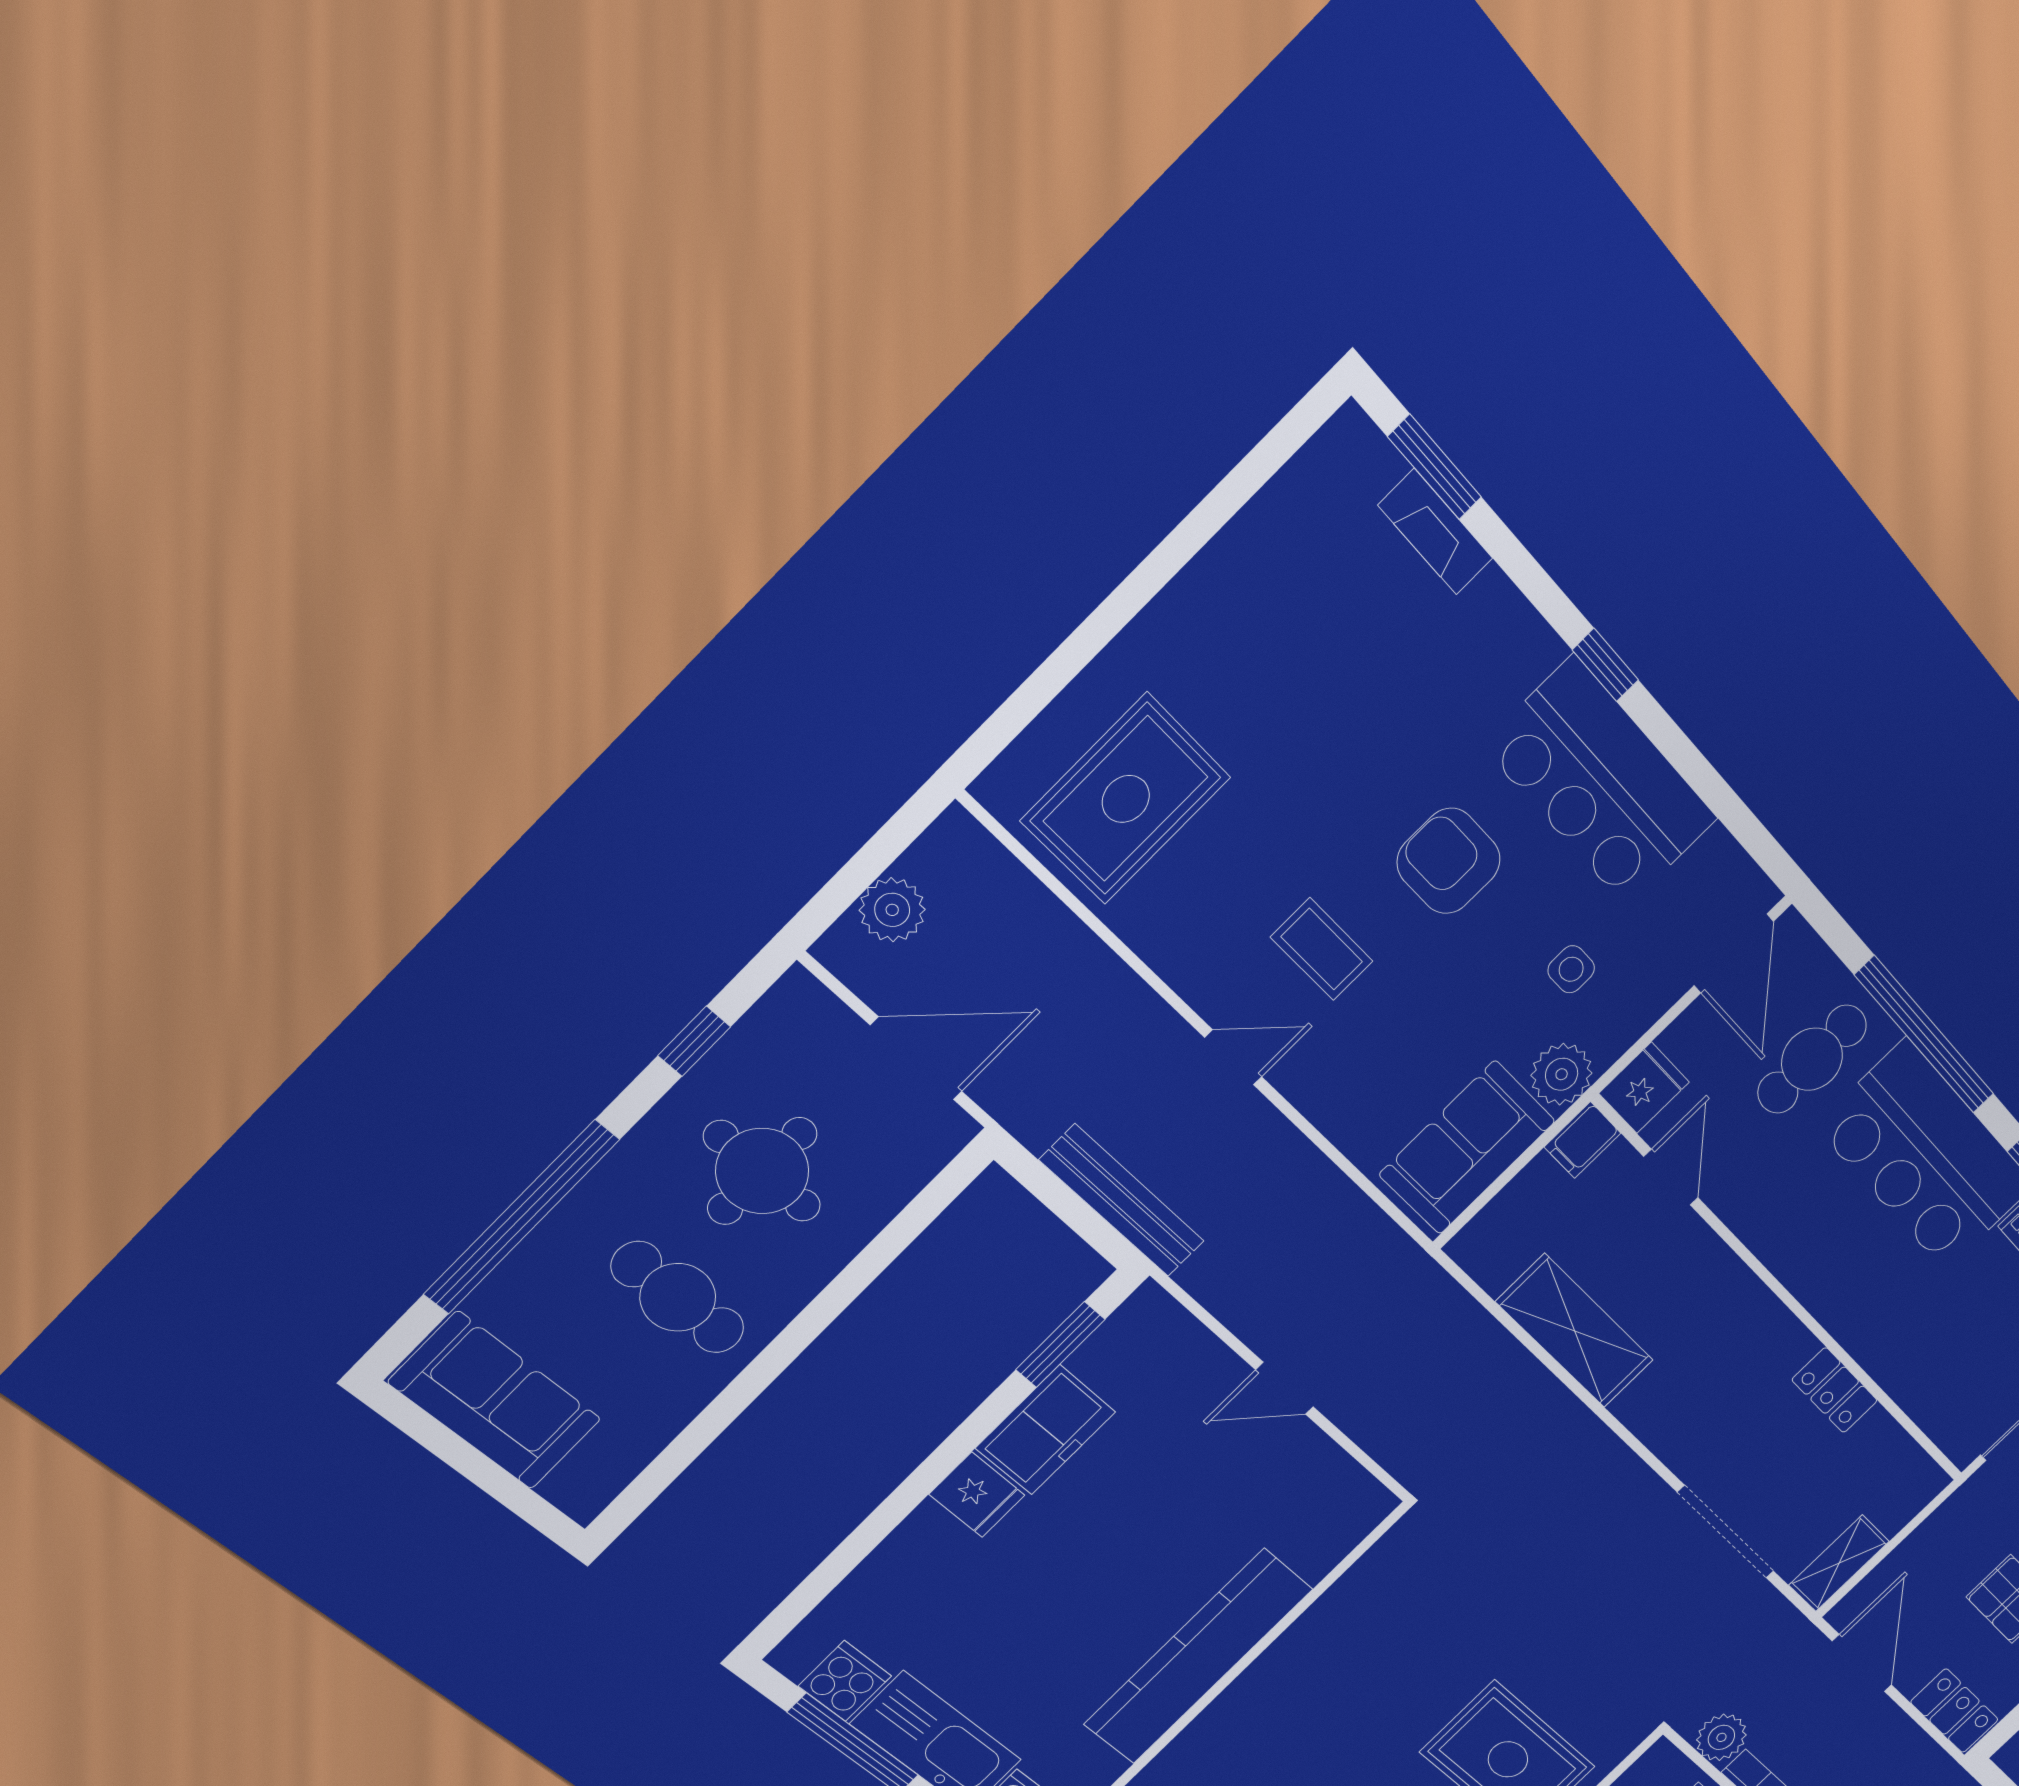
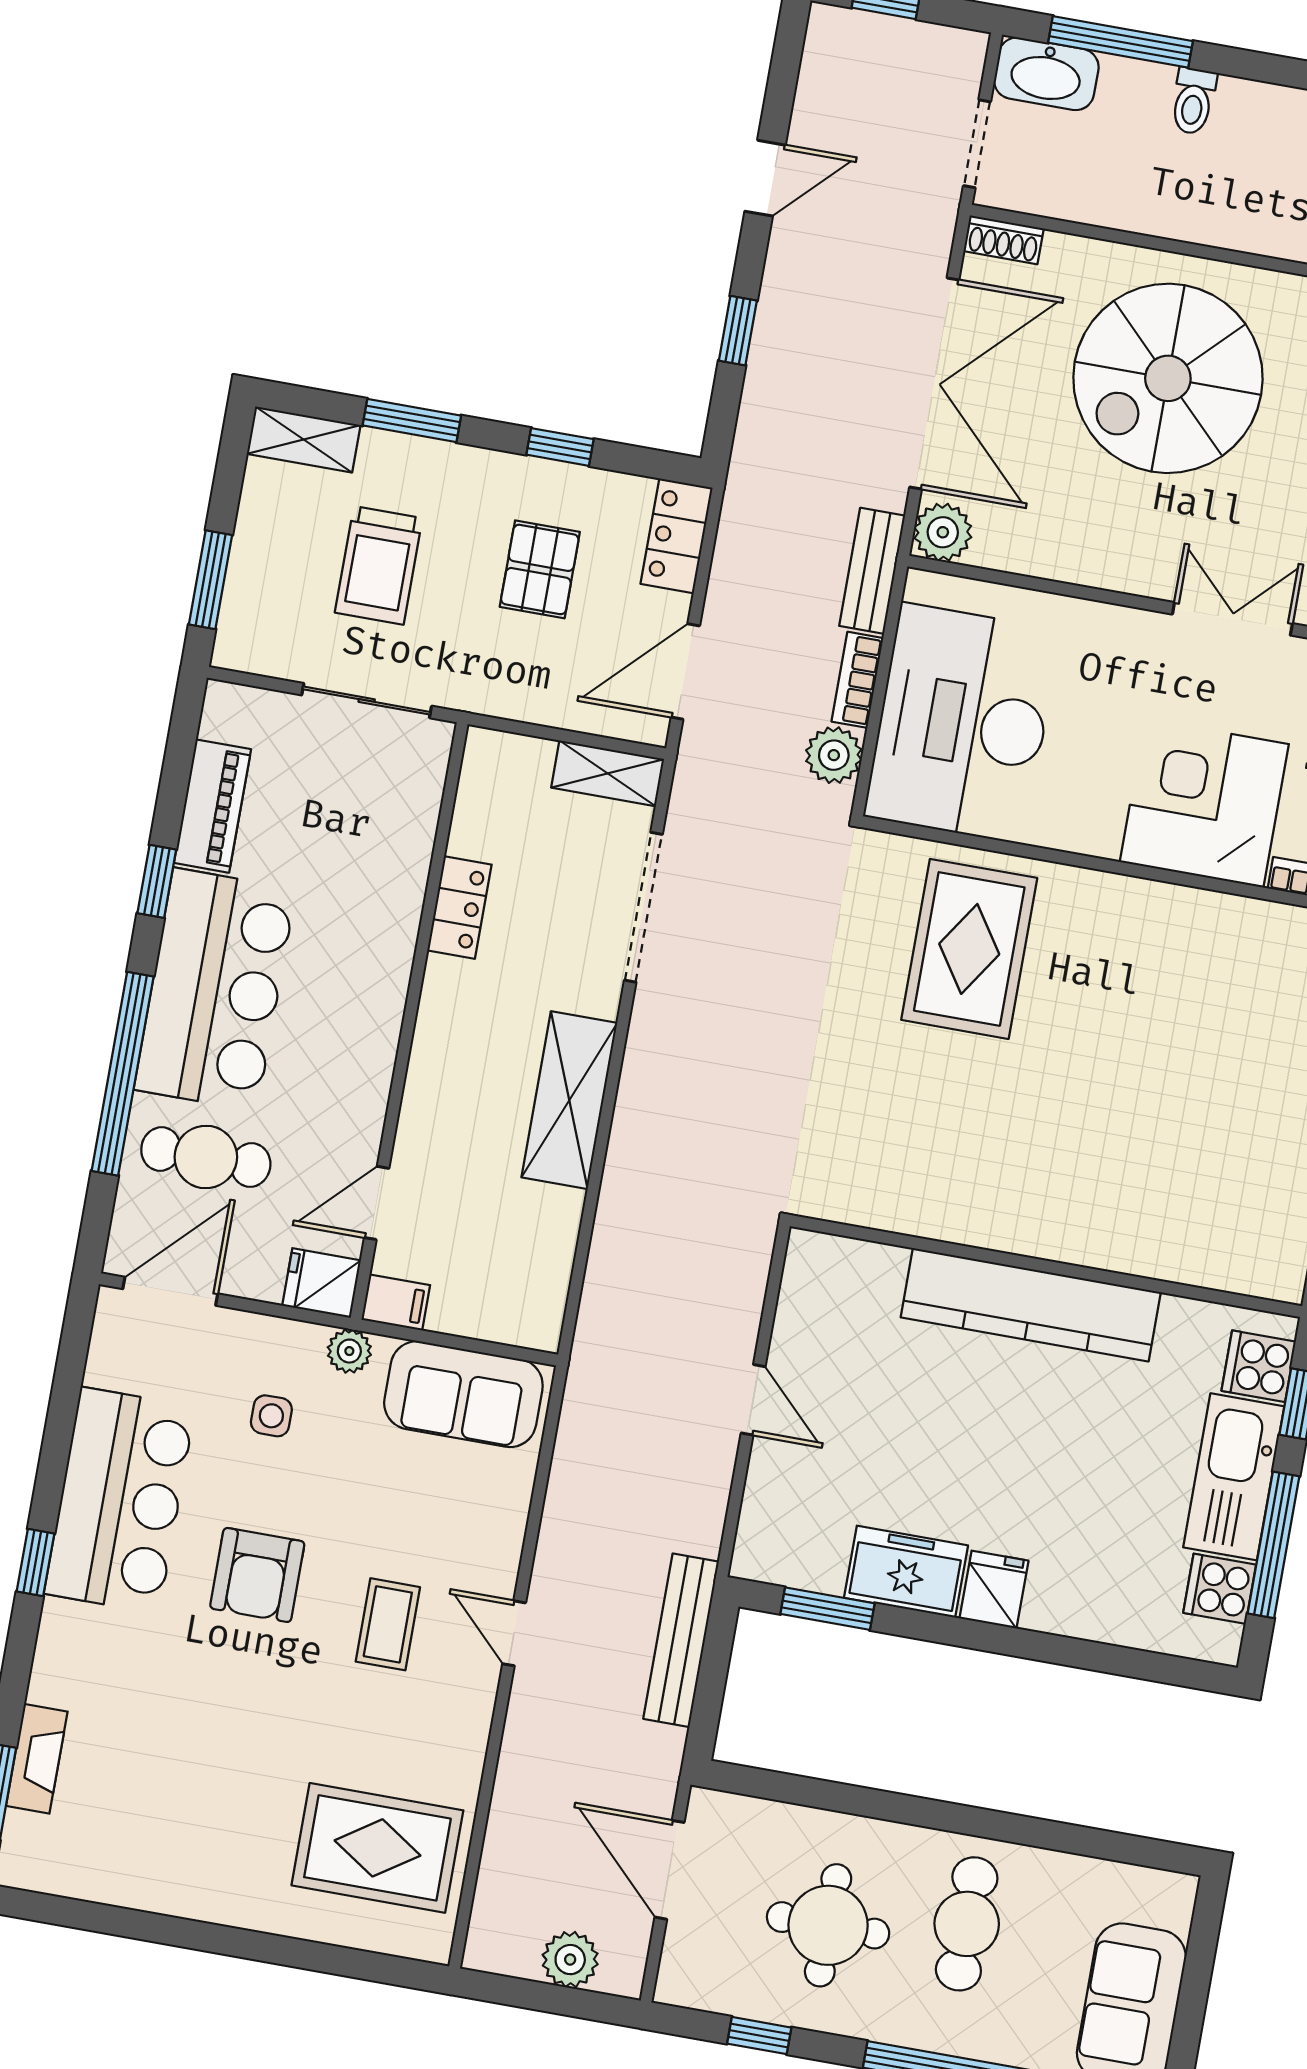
plant: (1562, 1074) -> (349, 1351), width x0.73, depth x0.73
shelving: (1575, 1331) -> (569, 1100), moved

